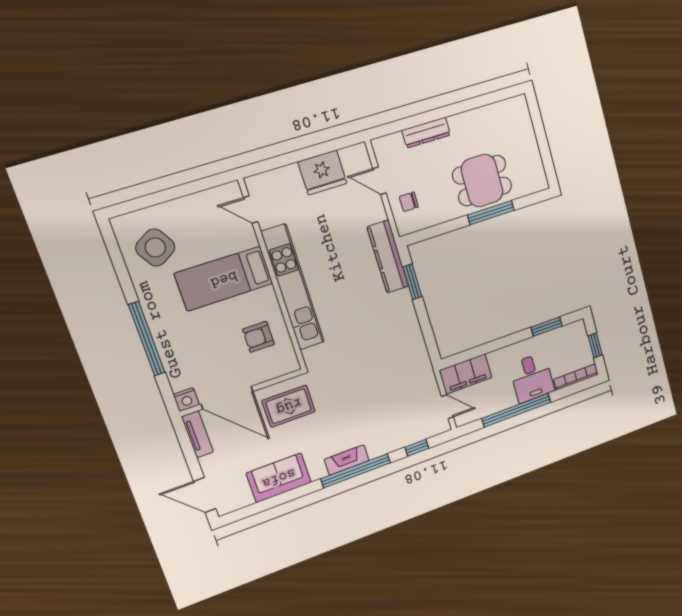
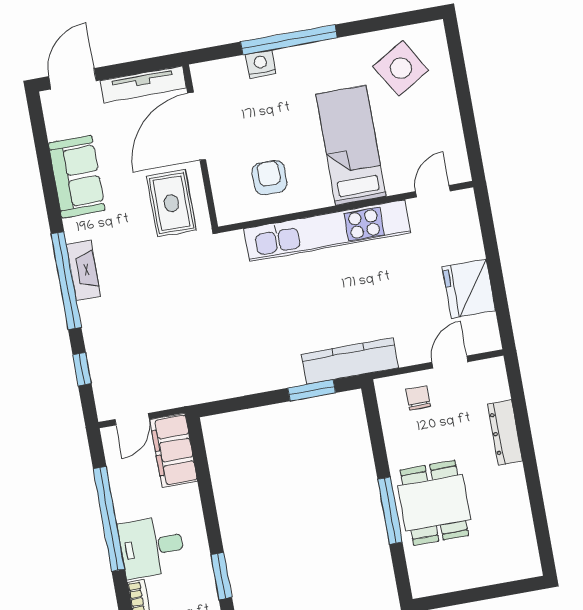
nightstand: (186, 400) -> (261, 64), moved, turned 90
tv unit: (197, 434) -> (143, 84), width x1.41

